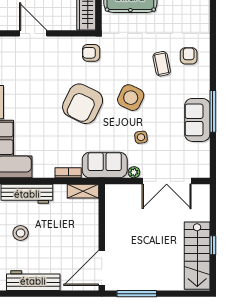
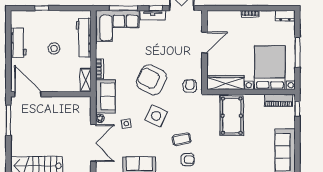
double door: (167, 181) -> (93, 143), swing flipped
stool: (21, 233) -> (54, 48), moved
workbench: (33, 281) -> (18, 43), width x0.73

